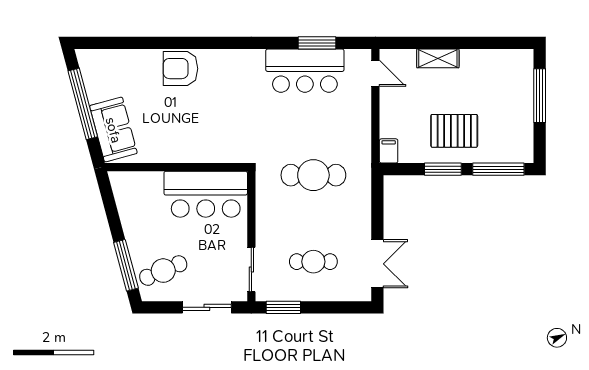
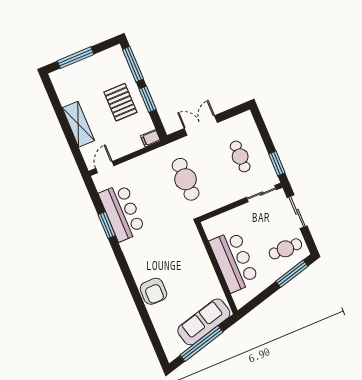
window: (317, 43) -> (107, 225), moved
shelving: (438, 58) -> (78, 124), width x1.50, depth x1.33
sofa: (113, 130) -> (204, 322), width x1.36
bar counter: (206, 194) -> (234, 261), moved
double door: (377, 264) -> (201, 125), moved
cafe table: (163, 271) -> (285, 249), turned -67

